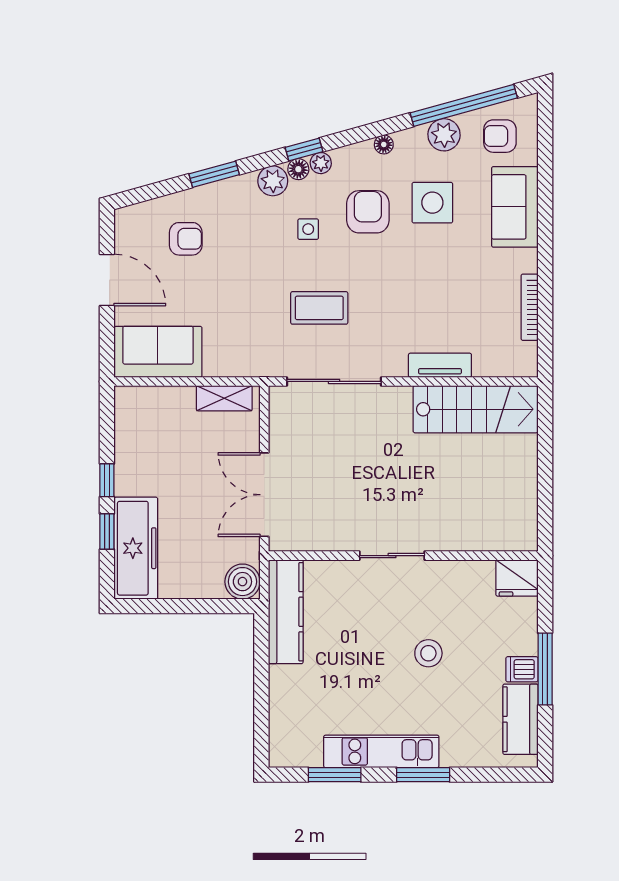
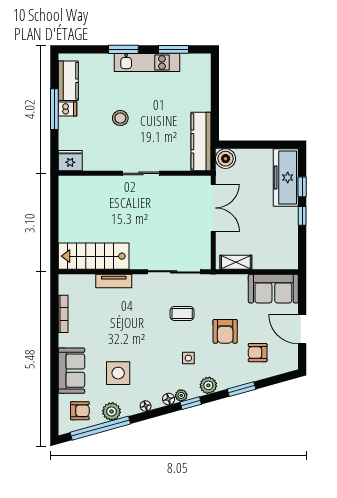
floor lamp: (298, 169) -> (169, 399), moved
armchair: (368, 212) -> (225, 331), moved
coffee table: (319, 308) -> (182, 313), width x0.73, depth x0.77

